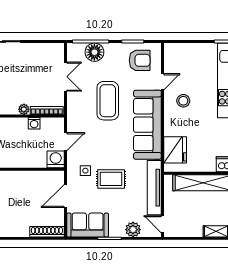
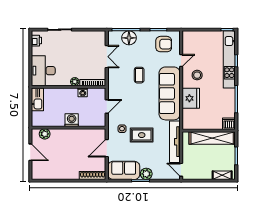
coffee table: (108, 101) -> (139, 75), width x0.54, depth x0.58
fridge: (175, 150) -> (191, 98), moved
washing machine: (56, 159) -> (72, 120), moved
plant: (133, 230) -> (146, 174), moved

